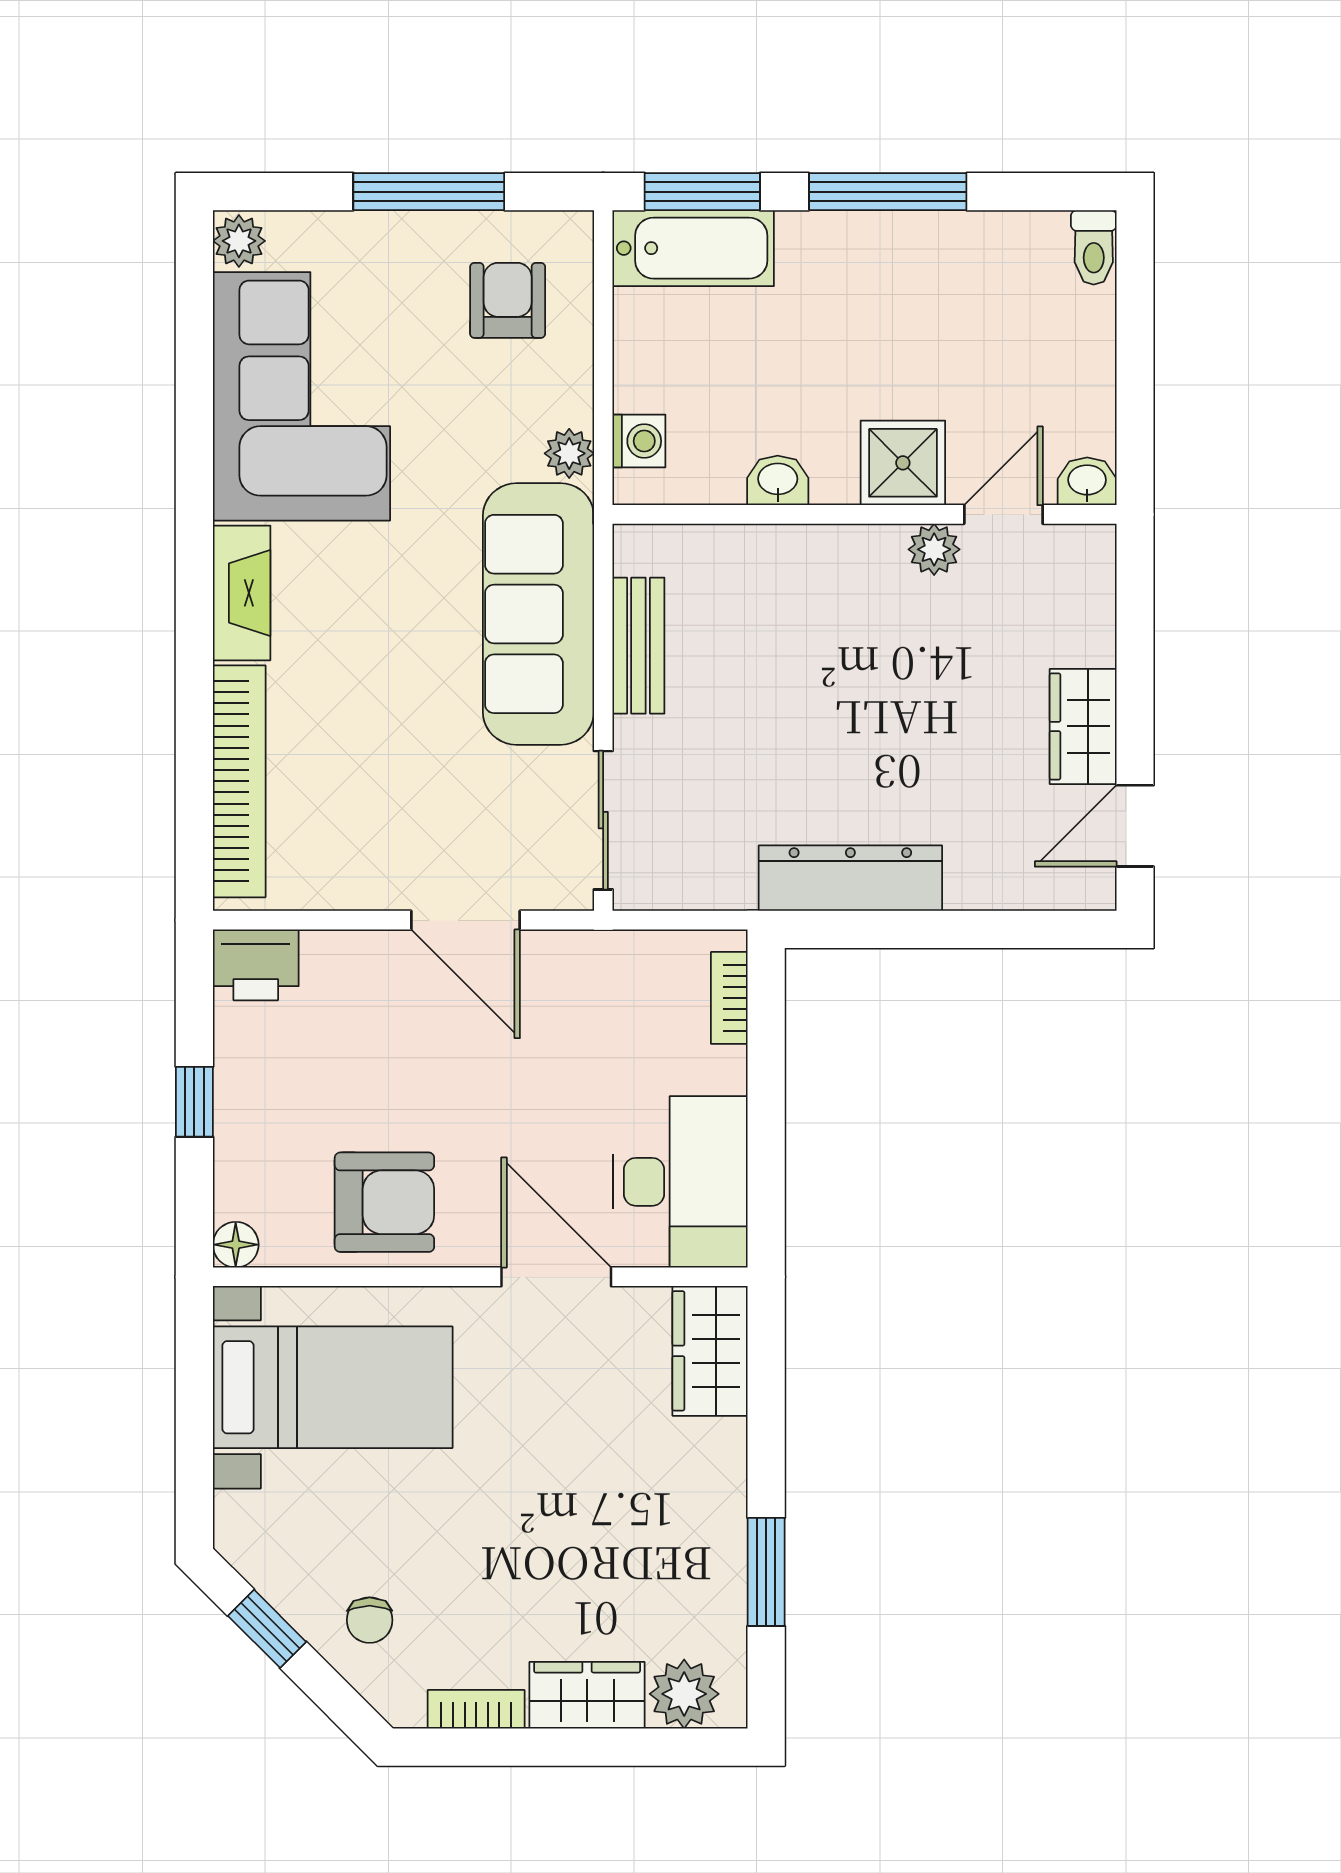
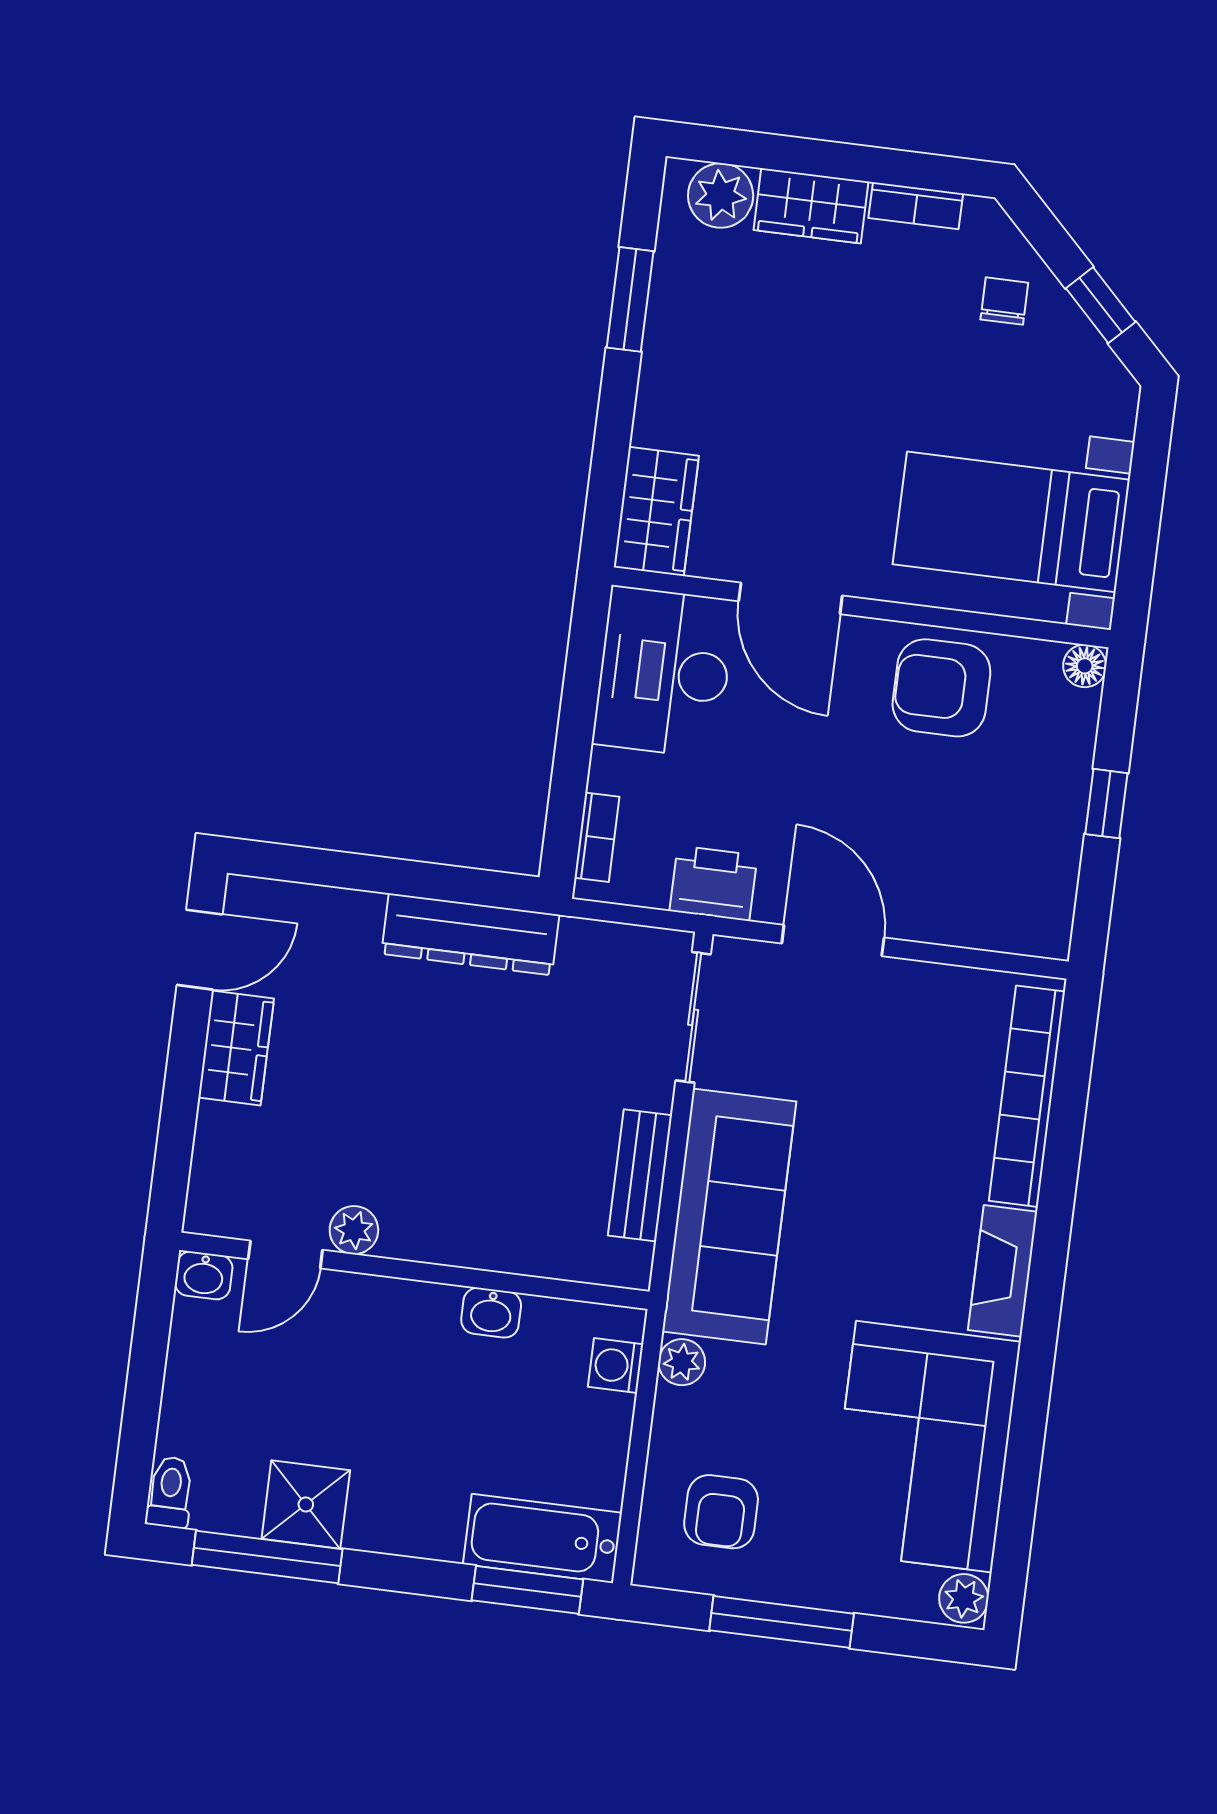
window: (888, 192) -> (267, 1557), moved
shower: (903, 463) -> (306, 1505), moved
printer: (256, 965) -> (713, 883), moved

